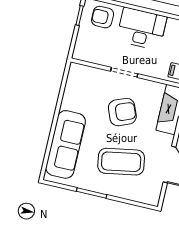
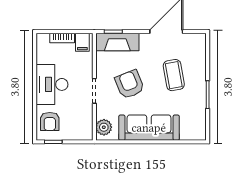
plant: (83, 74) -> (104, 127), added
sofa: (66, 144) -> (149, 128), moved
coffee table: (121, 162) -> (174, 75), width x0.73, depth x0.76

